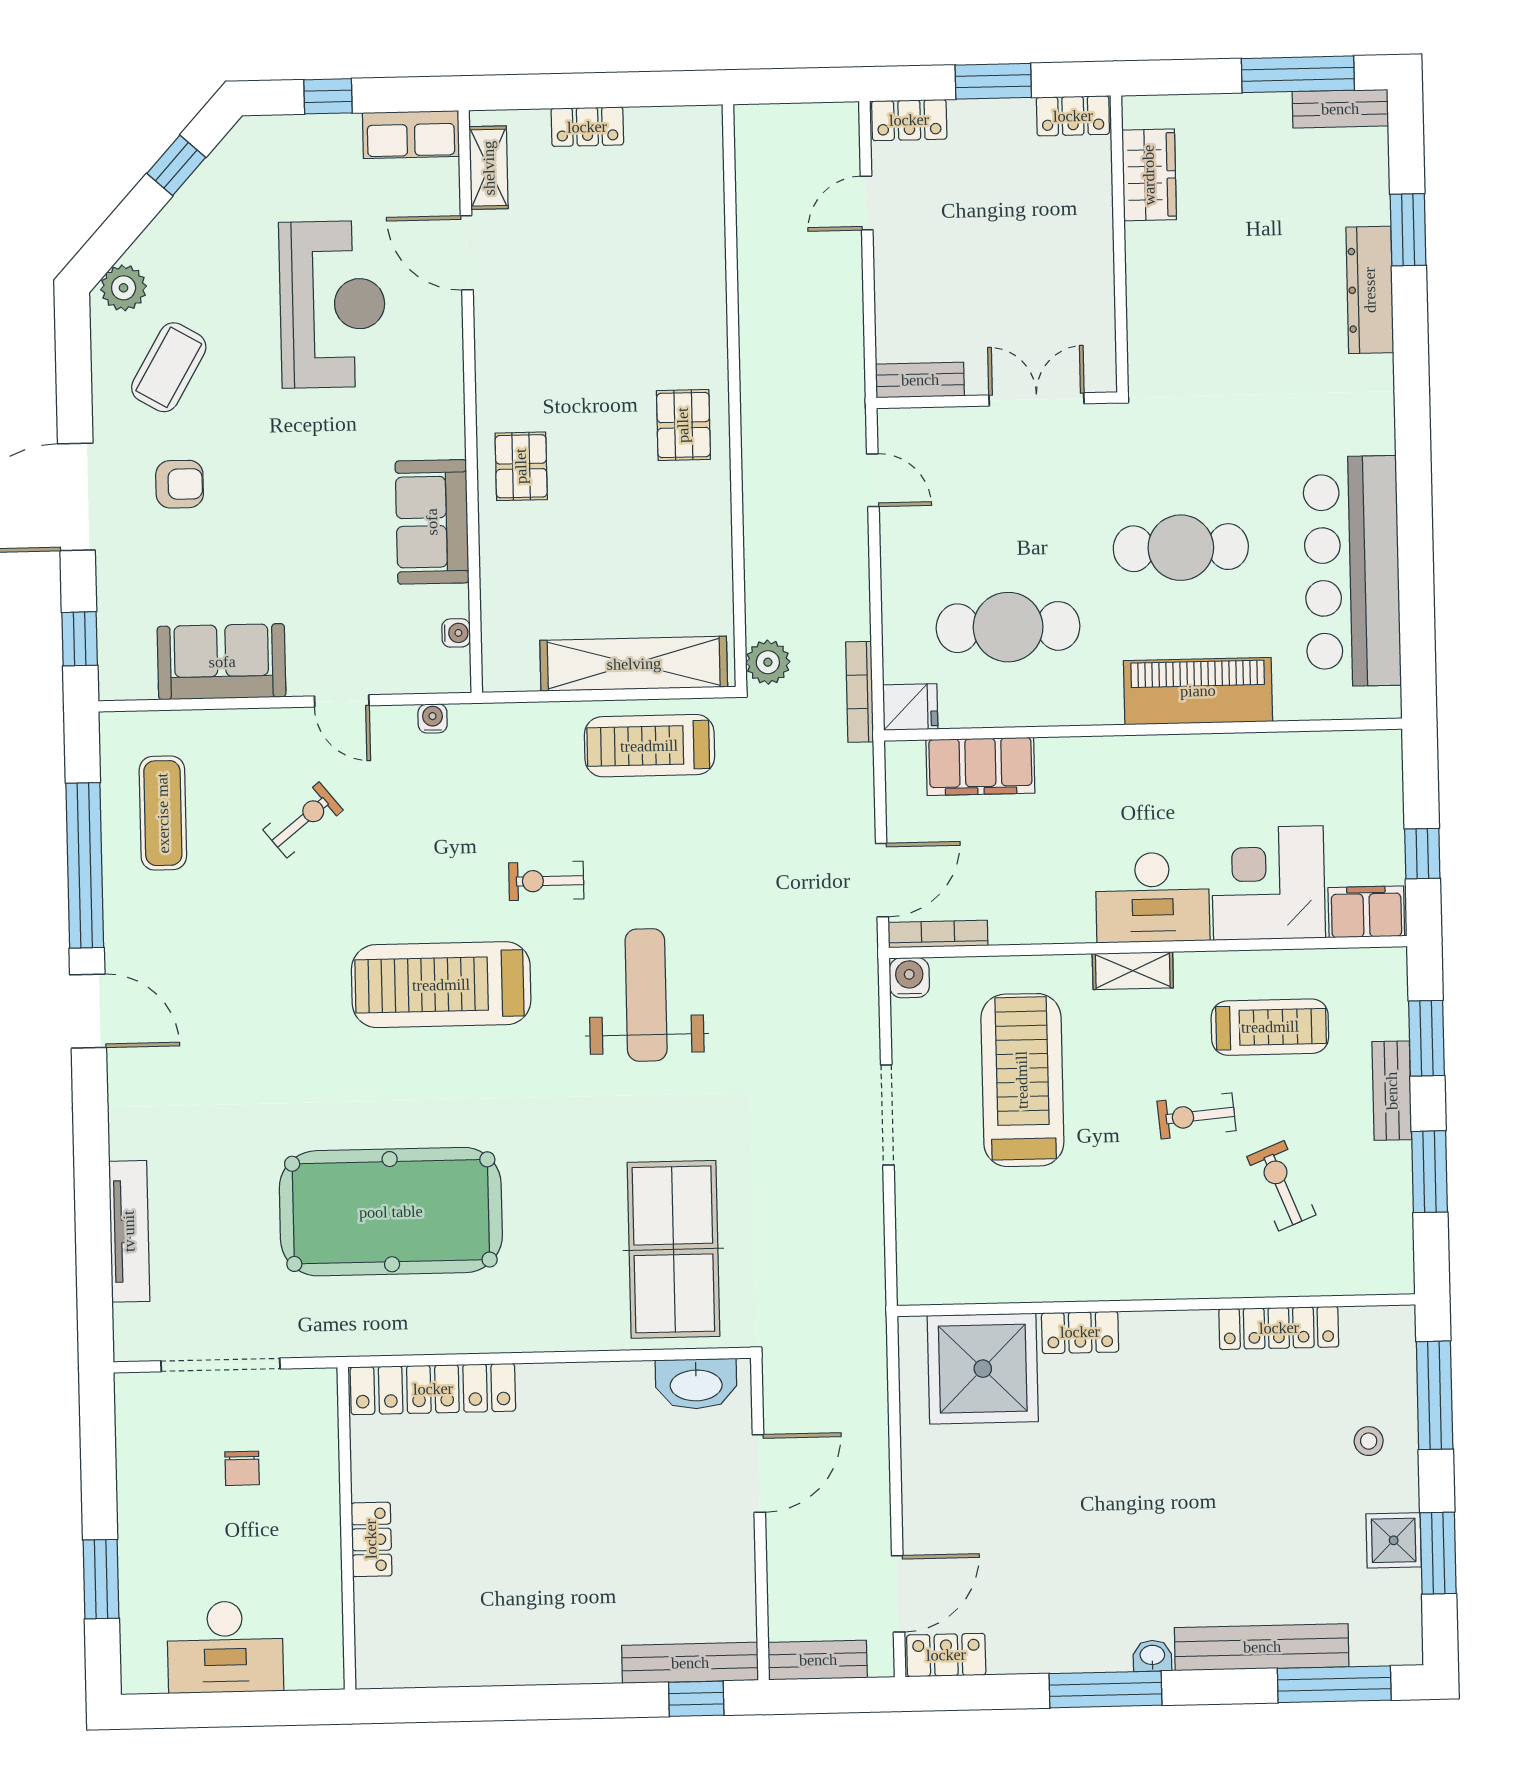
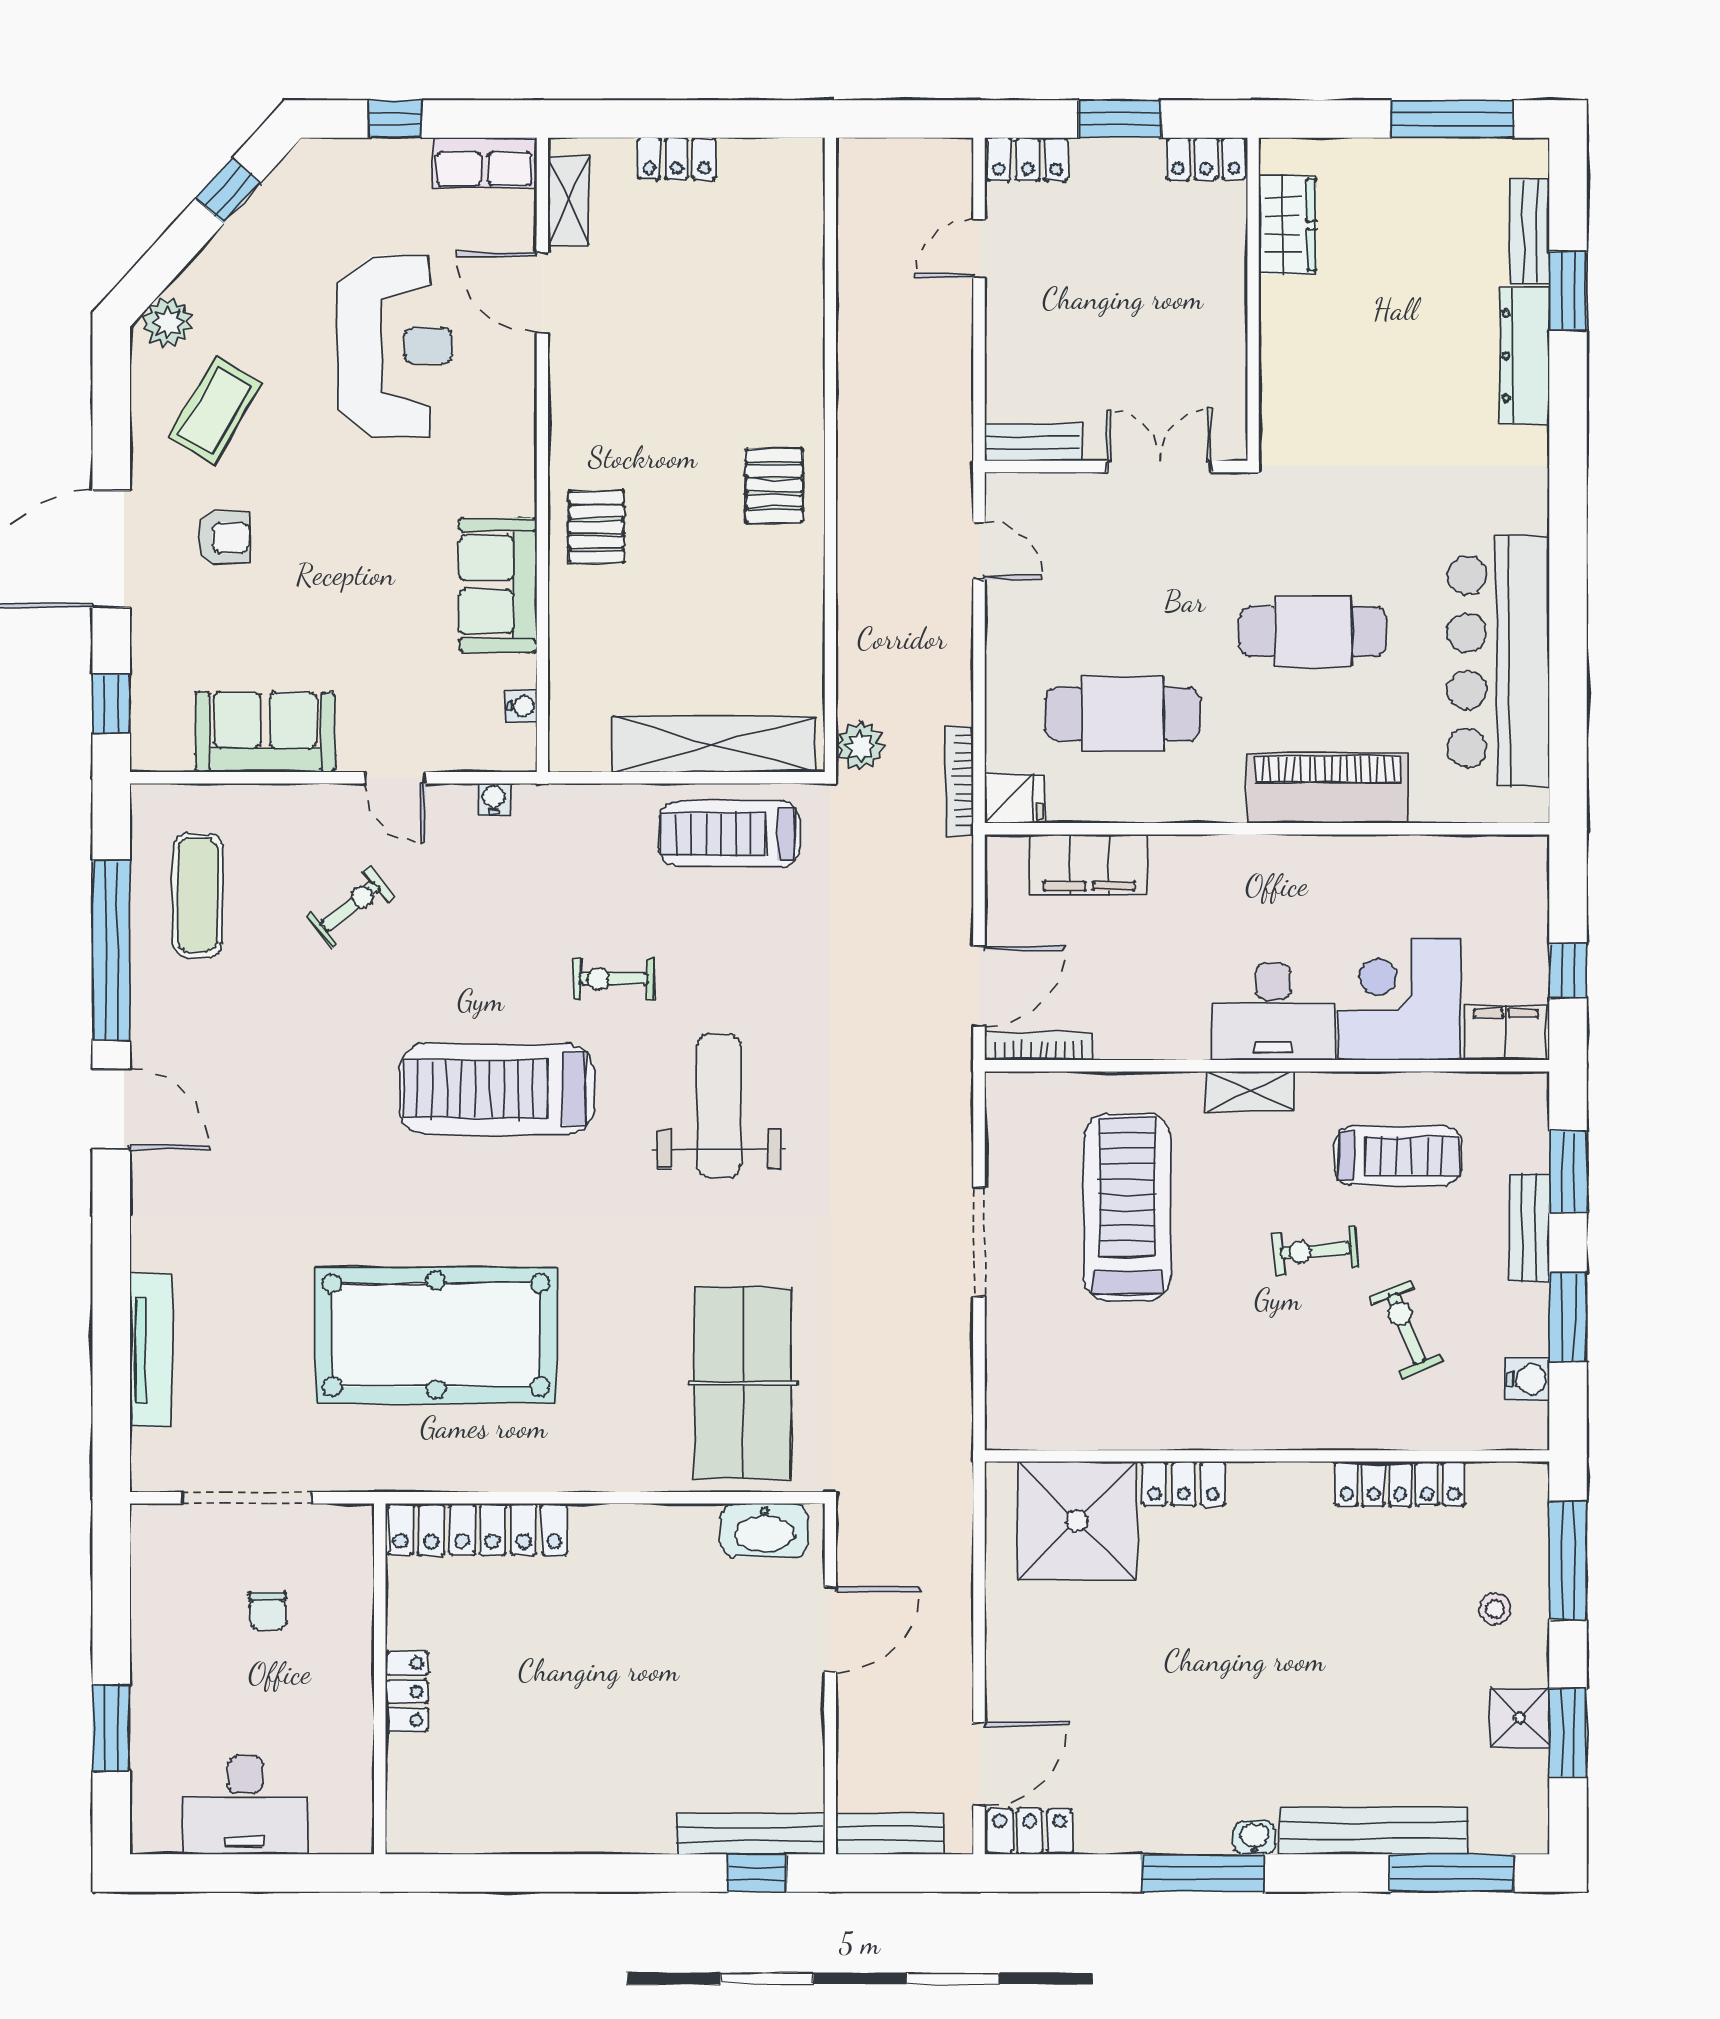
bench: (1340, 109) -> (1530, 231), moved, turned 90
water cooler: (909, 978) -> (1528, 1379), moved, turned 90

